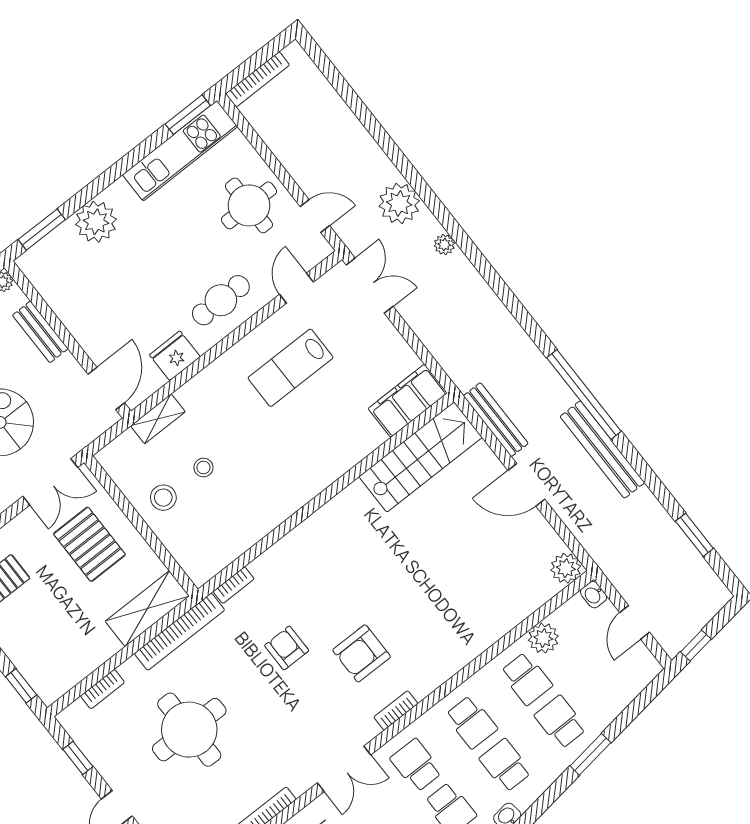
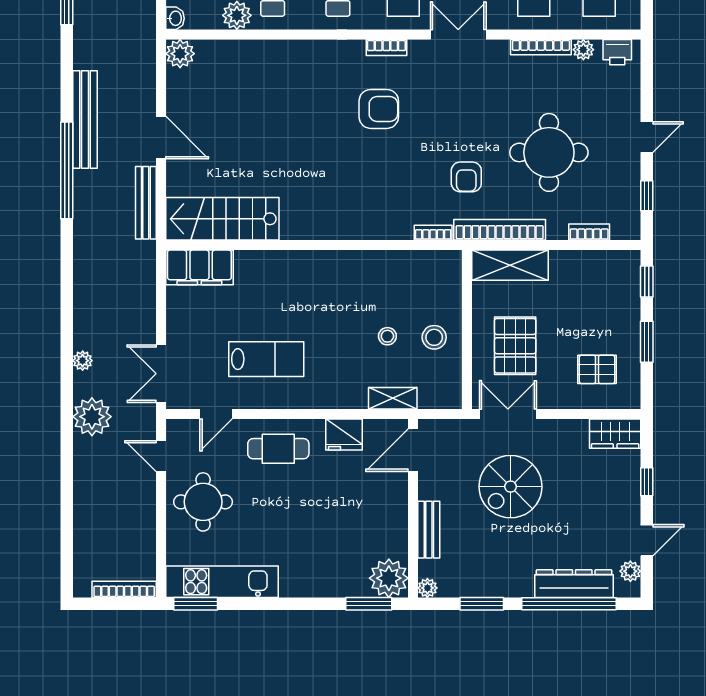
plant: (96, 222) -> (389, 578), moved
armchair: (287, 648) -> (466, 177), moved

